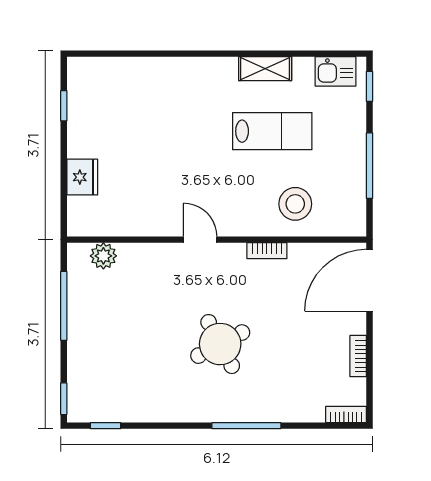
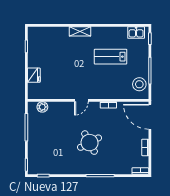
shelving: (265, 69) -> (80, 31), moved
lab bench: (272, 131) -> (111, 57), turned 180
stool: (295, 204) -> (139, 84), moved
door: (200, 240) -> (81, 100), swing flipped
door: (370, 280) -> (150, 117), hinge flipped

